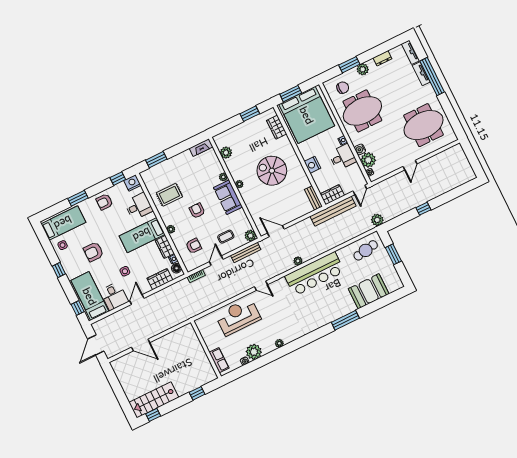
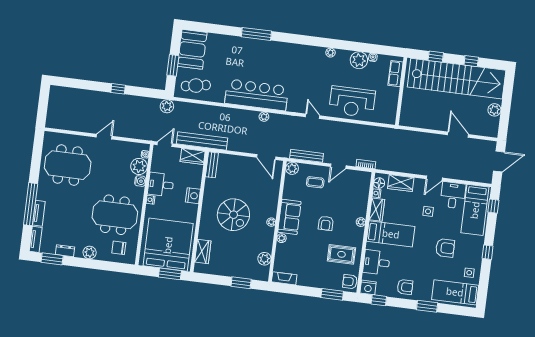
window: (349, 65) -> (52, 259), moved
window: (250, 114) -> (241, 283), moved
armchair: (194, 246) -> (350, 282), moved
booth: (369, 291) -> (192, 49), moved, turned 90
plant: (125, 382) -> (494, 110), added
stairs: (154, 400) -> (457, 79), width x1.86, depth x1.51
window: (153, 415) -> (471, 61), moved

